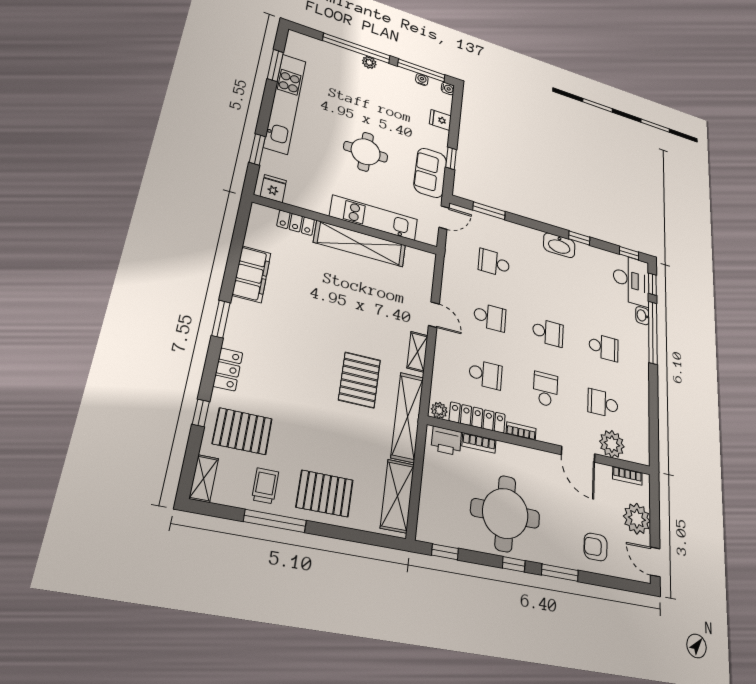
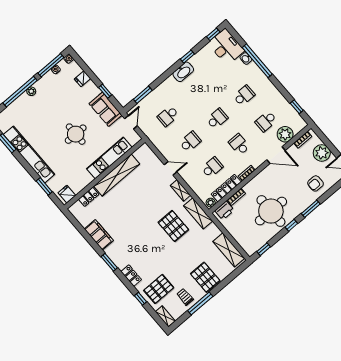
window: (652, 284) -> (297, 107), moved
shelving: (407, 417) -> (198, 213), width x0.68
pallet: (325, 493) -> (205, 277), turned 90

